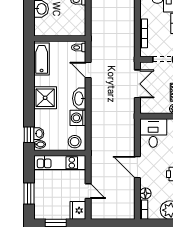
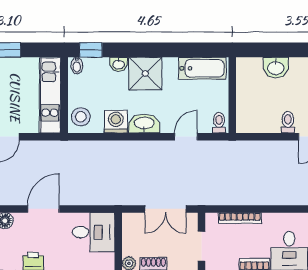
washbasin: (39, 134) -> (119, 64), moved

